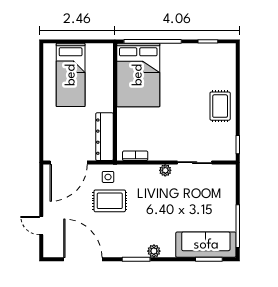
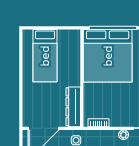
bed: (138, 75) -> (108, 56), width x1.36

